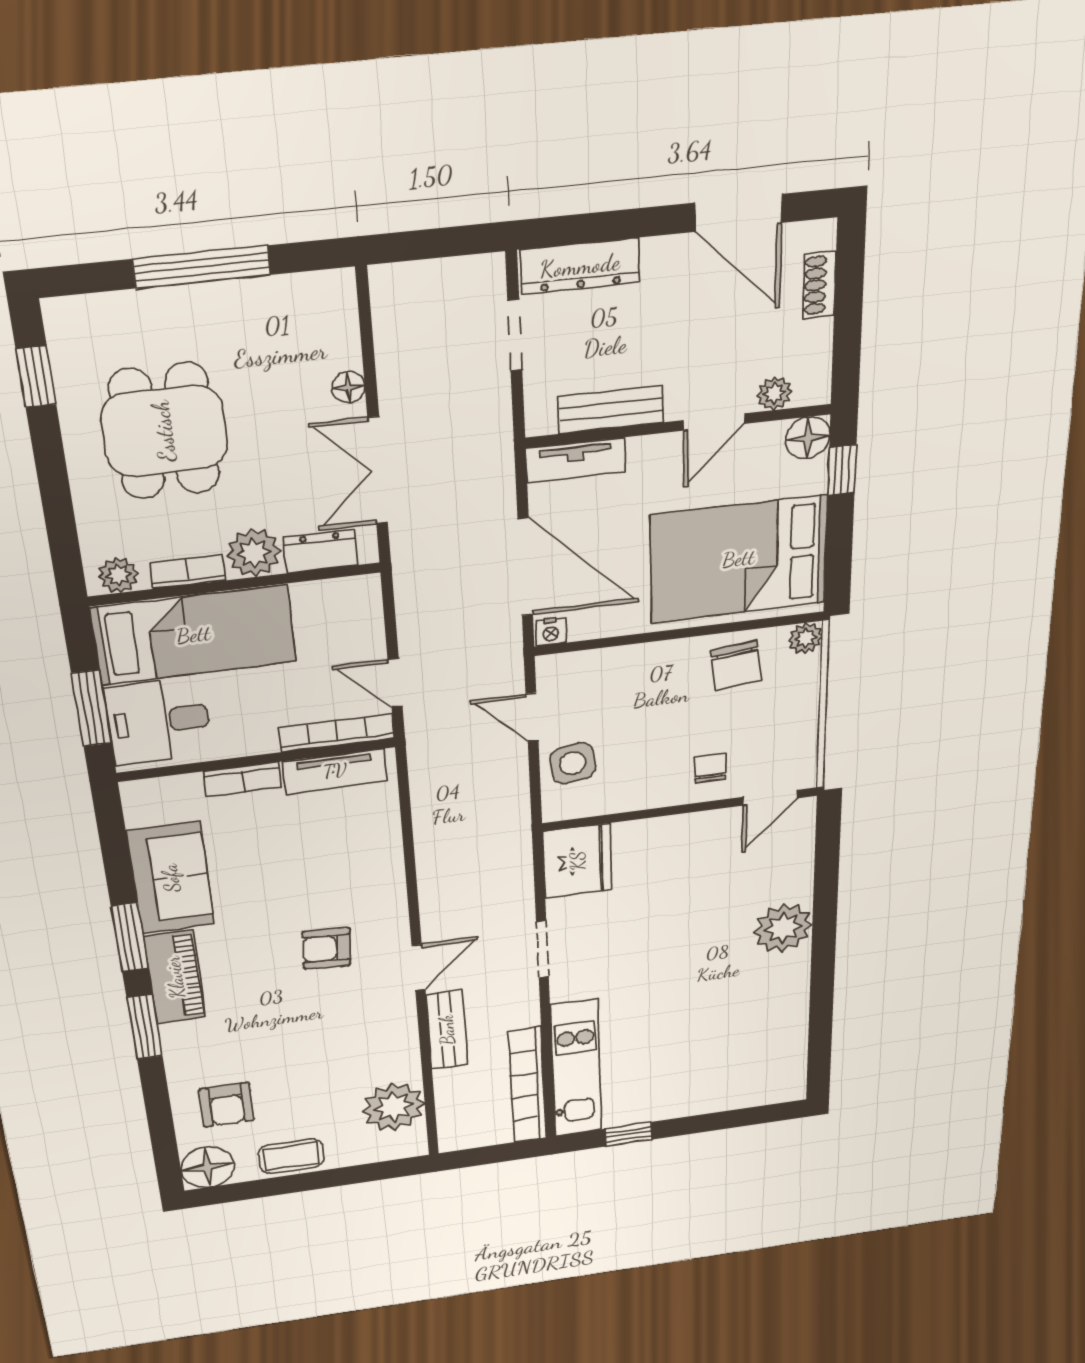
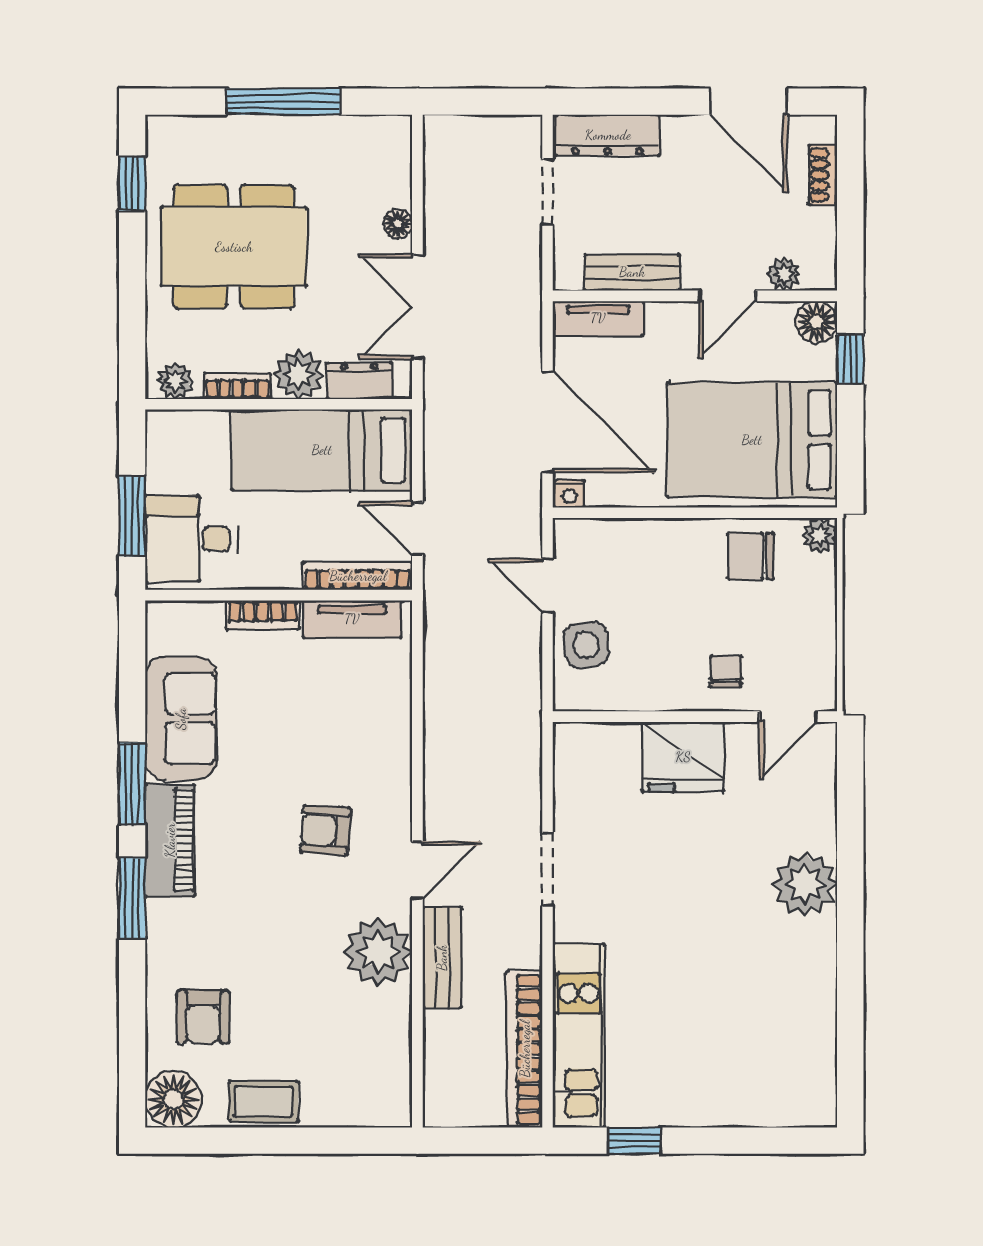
dining table: (164, 431) -> (234, 247), width x1.38
bed: (194, 635) -> (322, 450), moved, turned 180
chair: (736, 666) -> (751, 556), turned 96
fridge: (578, 861) -> (683, 757), moved, turned 90
plant: (394, 1107) -> (378, 952), moved

